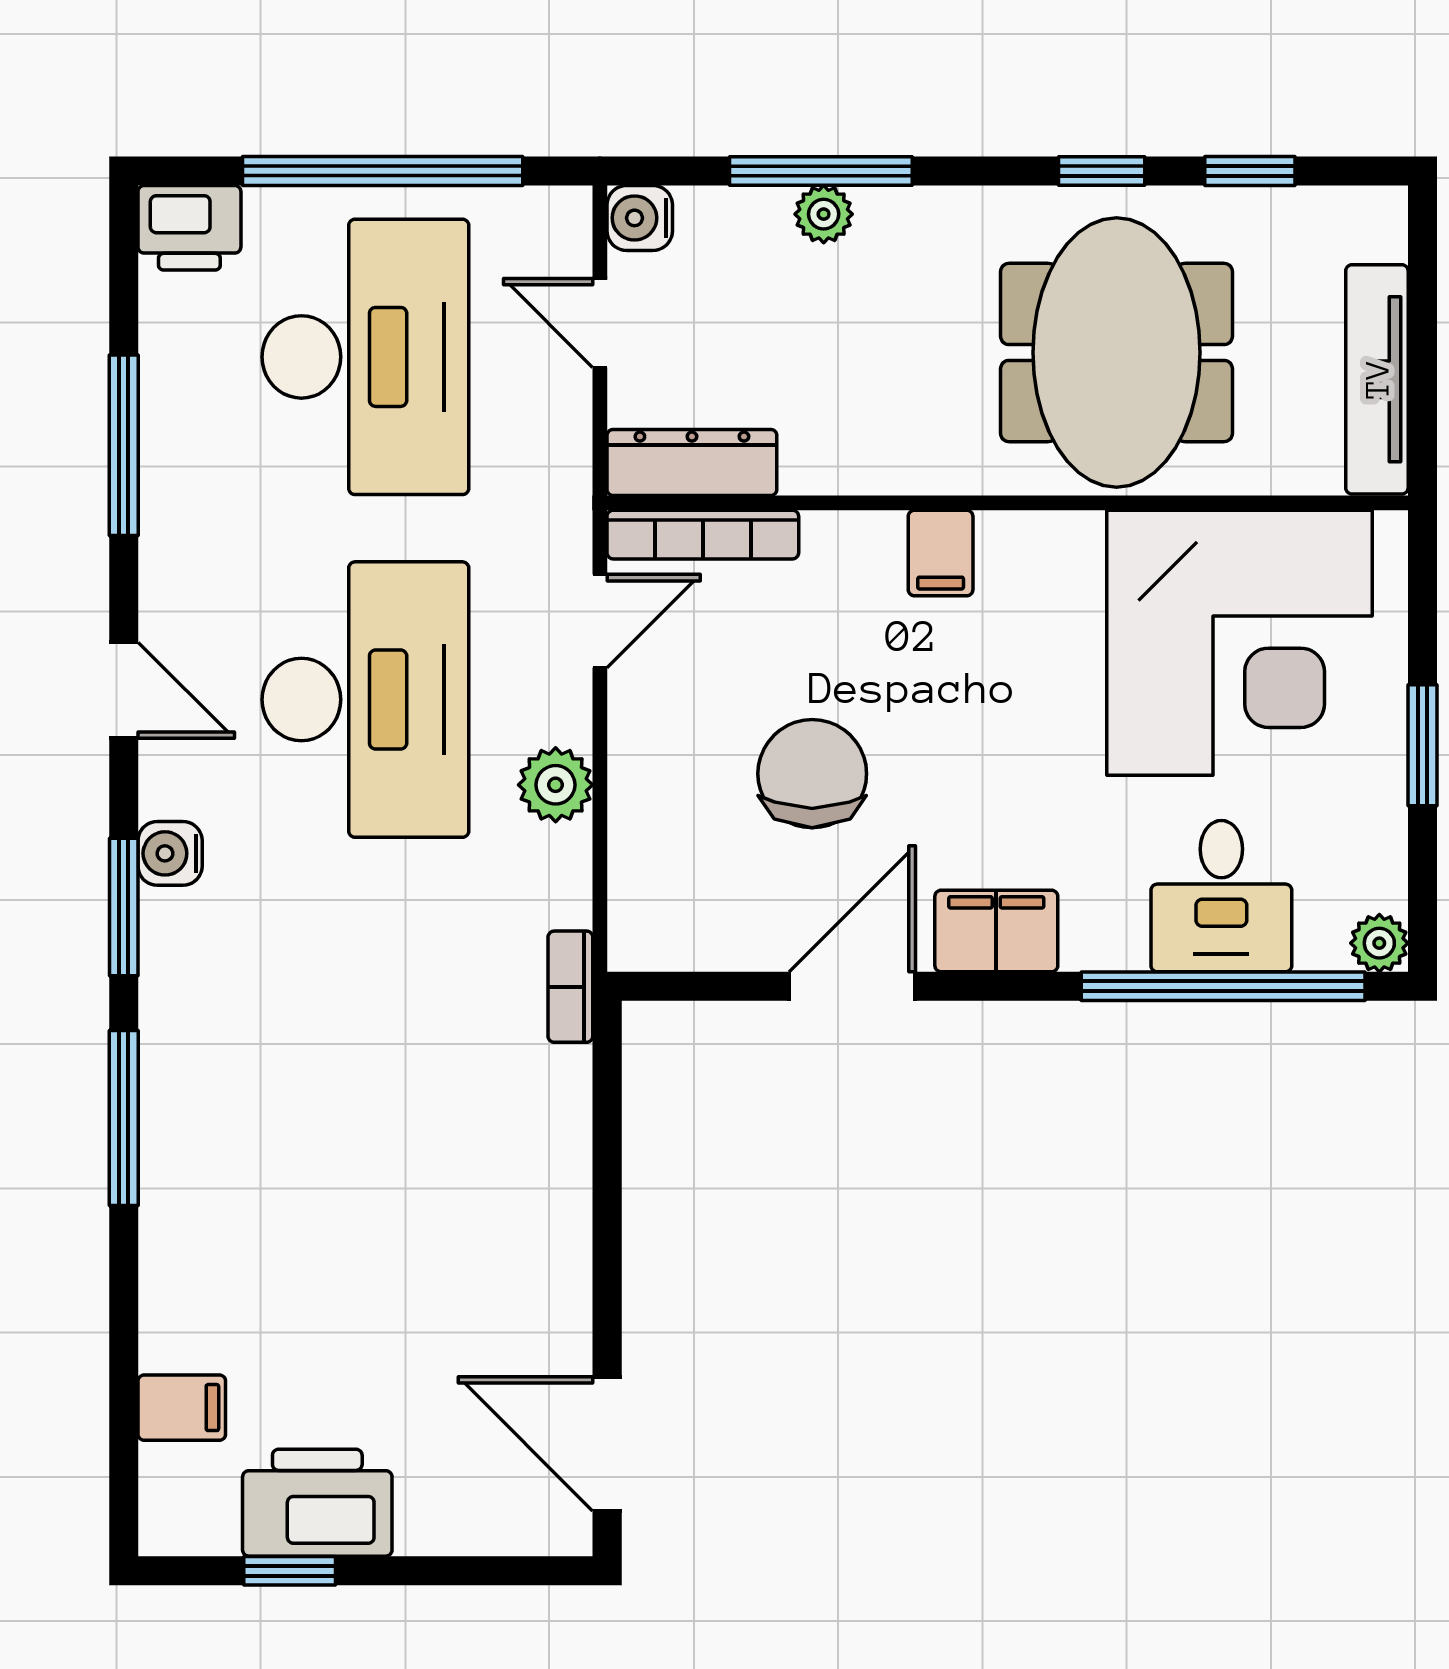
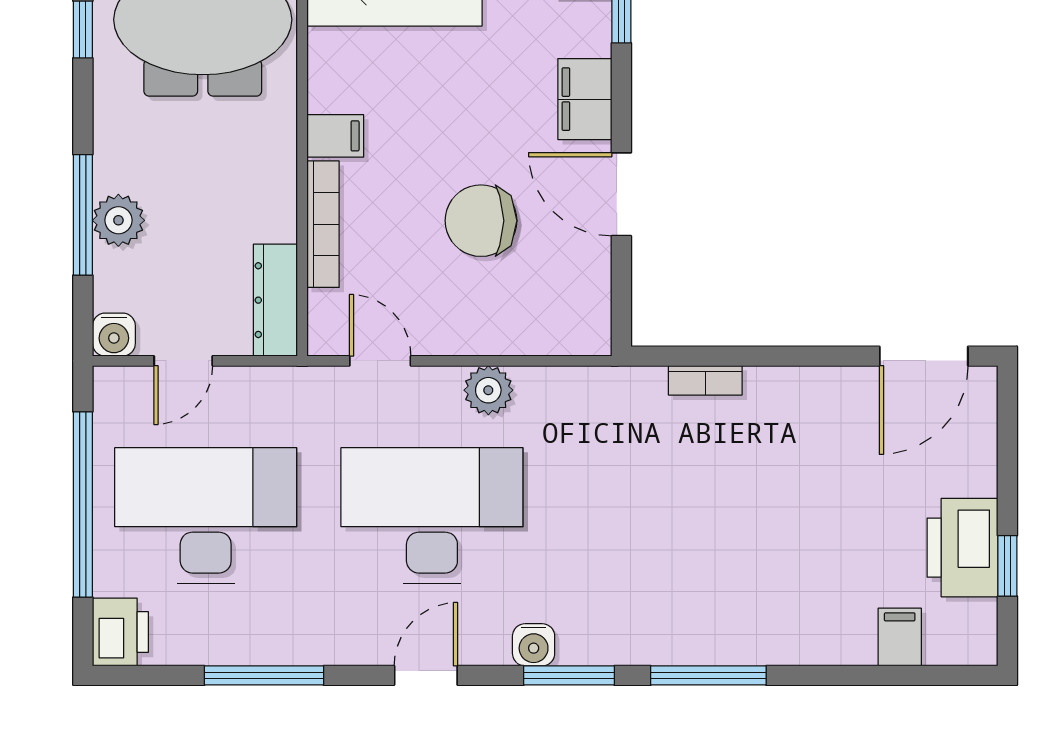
plant: (824, 214) -> (118, 220), width x1.38, depth x1.38
bookcase: (703, 535) -> (323, 224), moved
bookcase: (570, 987) -> (705, 380), moved

